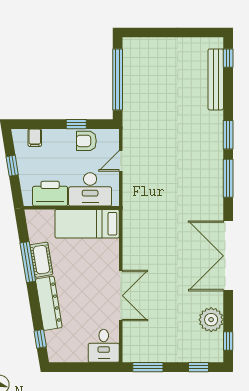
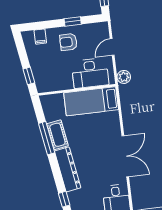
armchair: (86, 141) -> (68, 42), moved
window: (12, 166) -> (29, 76), moved
printer: (50, 194) -> (58, 80), removed
plant: (130, 199) -> (124, 77), added

